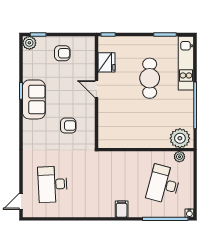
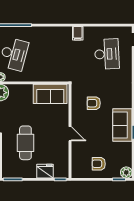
fridge: (106, 62) -> (45, 171), moved, turned 90
sofa: (120, 137) -> (50, 94), added
filing cabinet: (122, 209) -> (78, 33), moved

